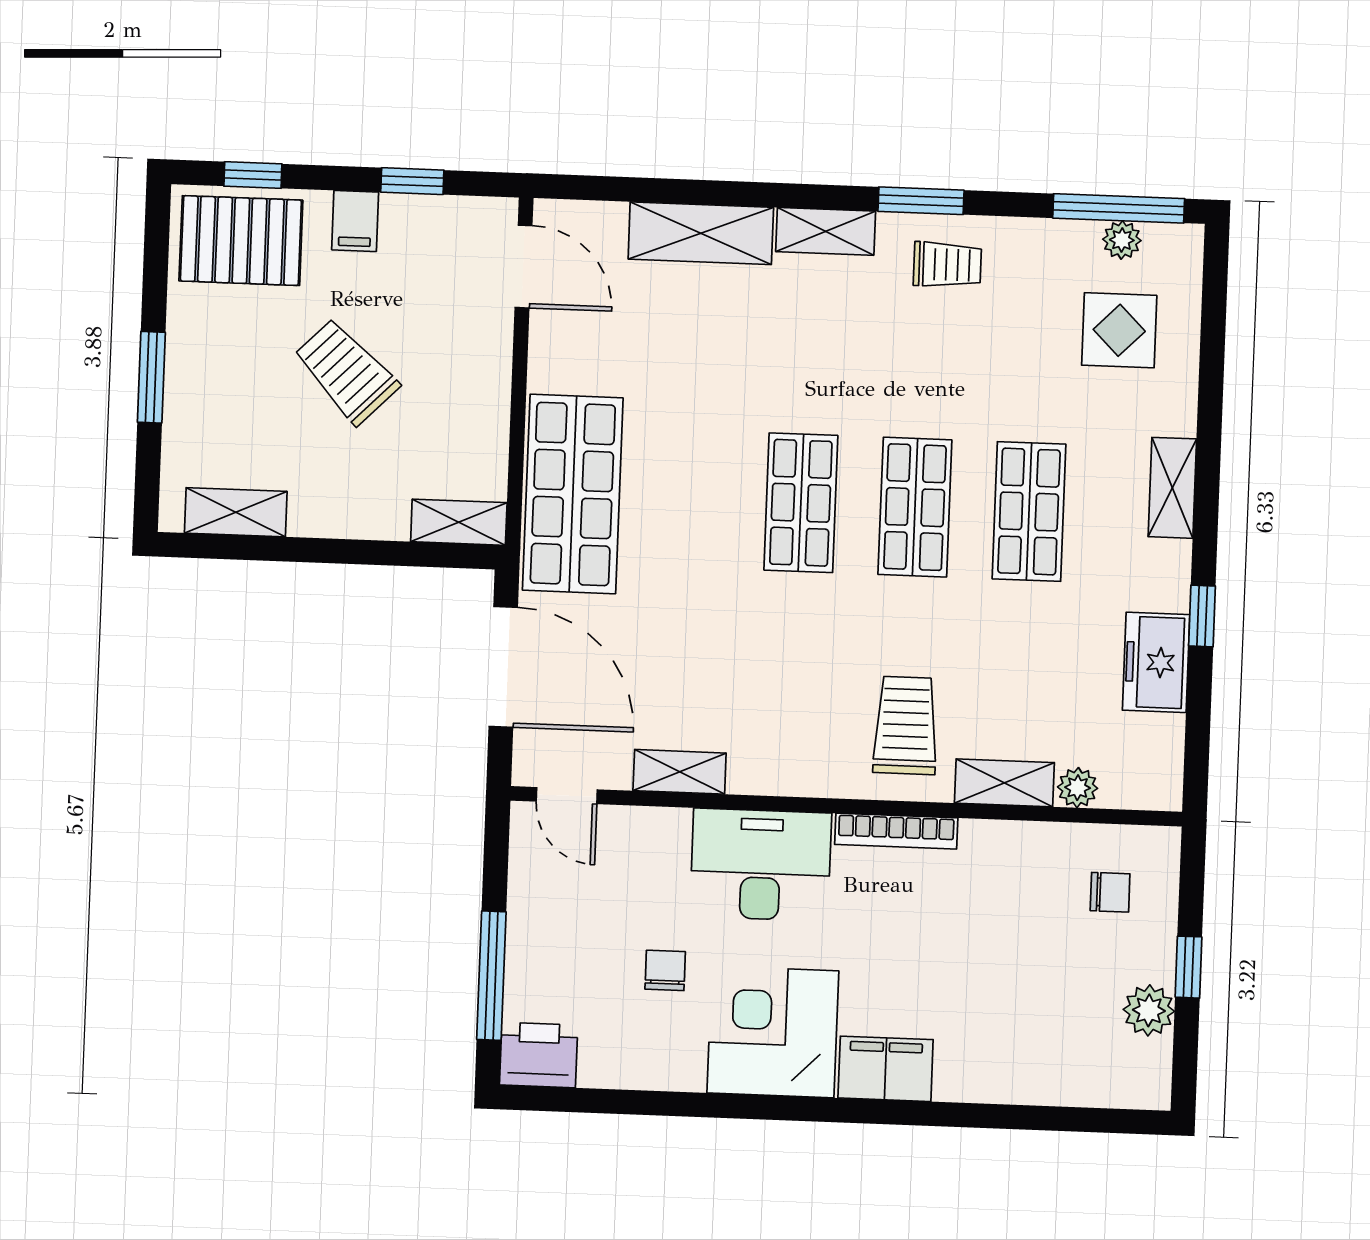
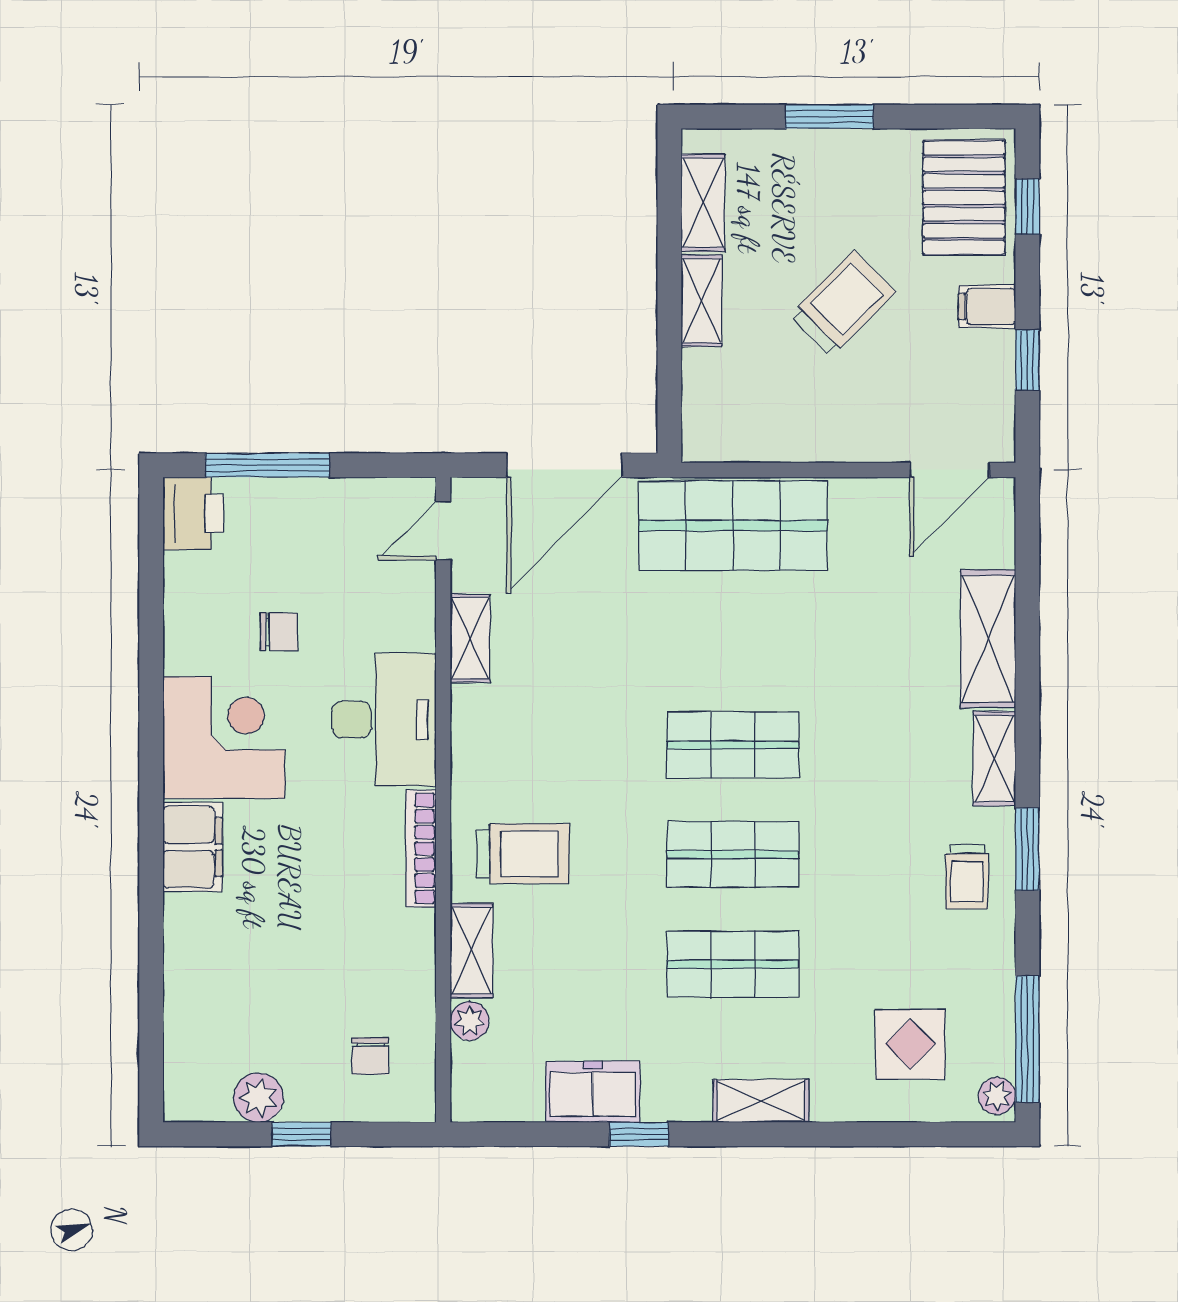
plant: (1122, 240) -> (997, 1096), moved
shelving: (459, 522) -> (702, 301), moved

